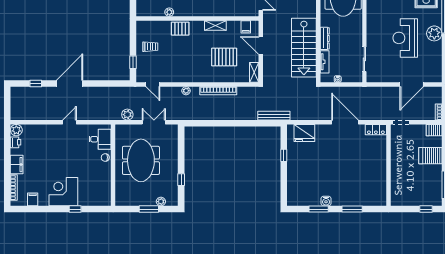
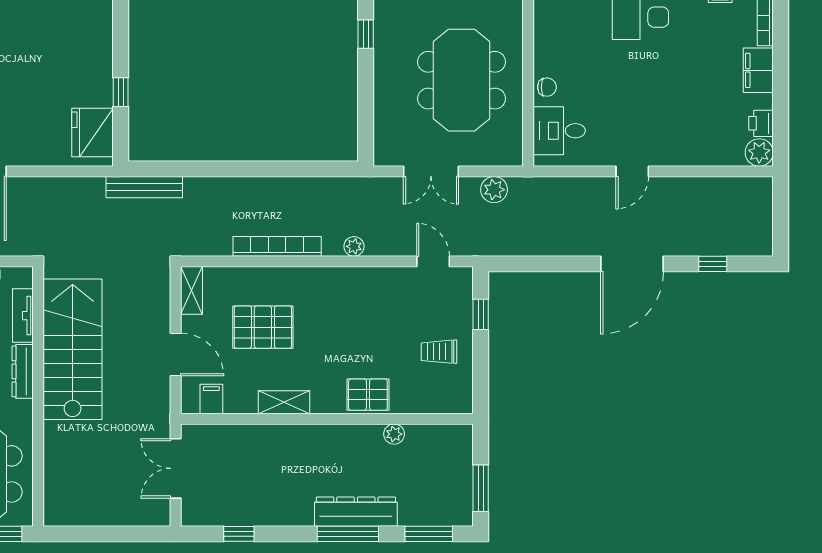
fridge: (304, 133) -> (93, 132), moved, turned -90

